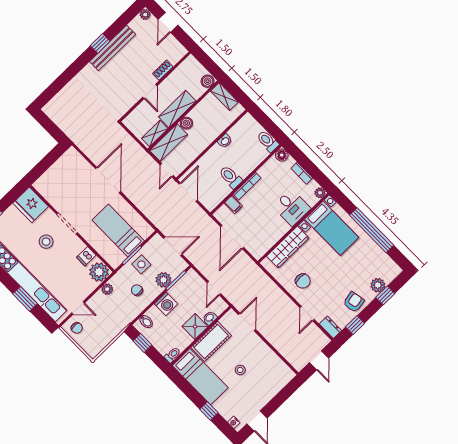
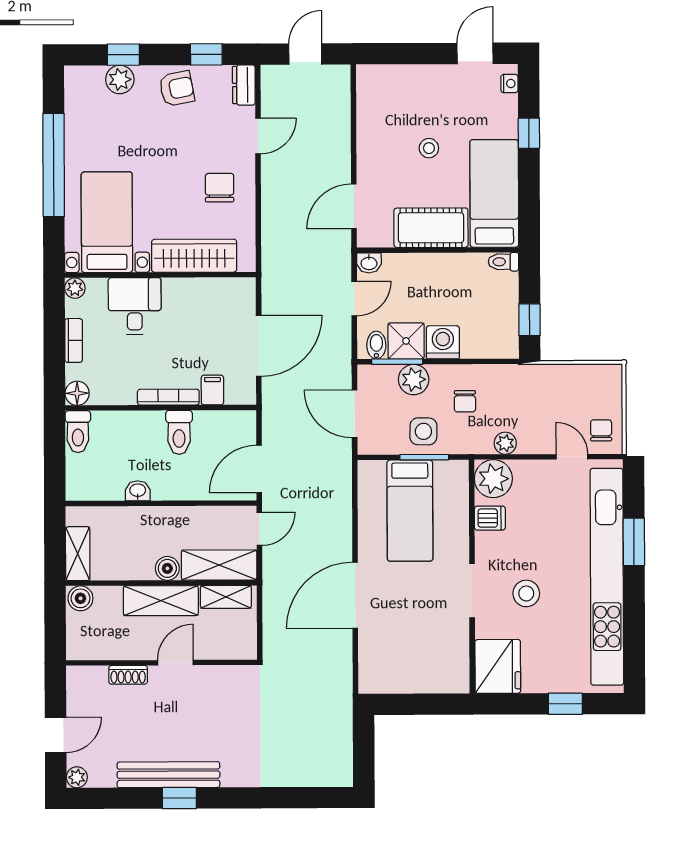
armchair: (354, 302) -> (177, 89), turned 180
washbasin: (210, 318) -> (369, 263), moved
bidet: (146, 322) -> (376, 345), moved
shower: (195, 327) -> (406, 341), moved

